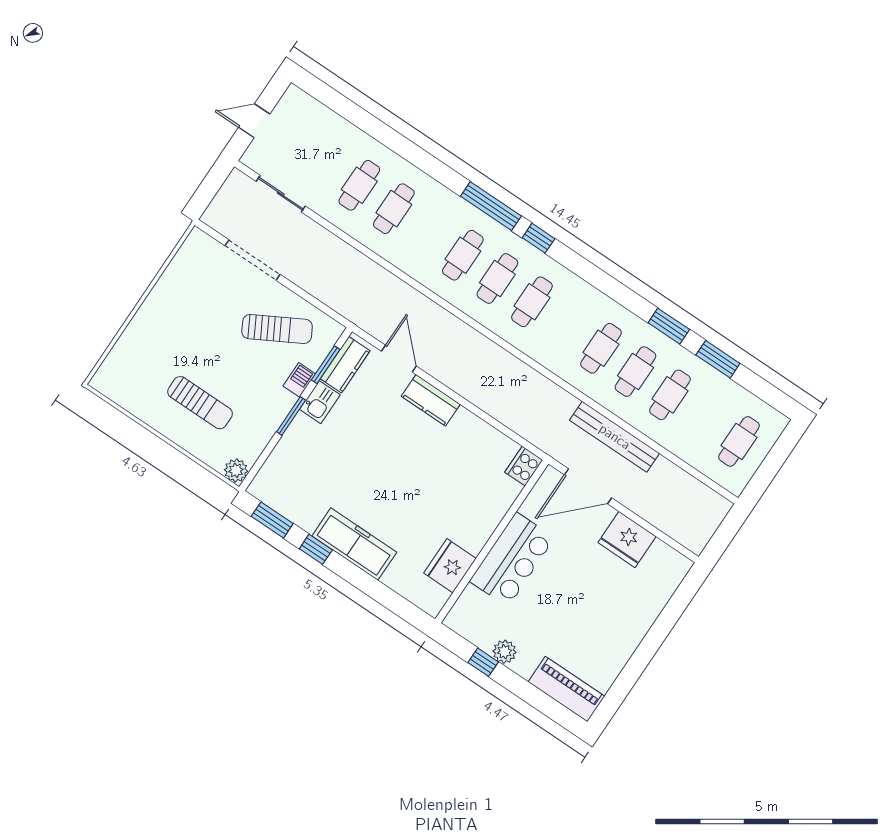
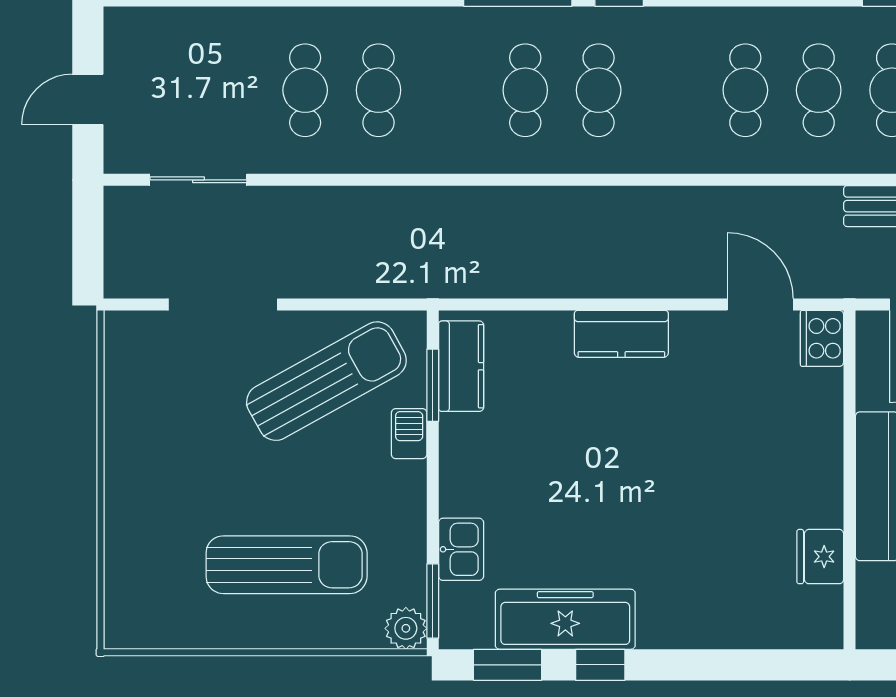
cafe table: (532, 302) -> (745, 90), moved
sun lounger: (277, 329) -> (326, 381), width x1.36, depth x1.34
door: (399, 359) -> (760, 304), moved
kitchen sink: (320, 402) -> (461, 549), moved
sun lounger: (200, 403) -> (287, 565), width x1.36, depth x1.34
window: (291, 416) -> (433, 601), moved
freezer: (354, 544) -> (565, 619), moved
fridge: (450, 566) -> (820, 557), width x0.73, depth x0.75

